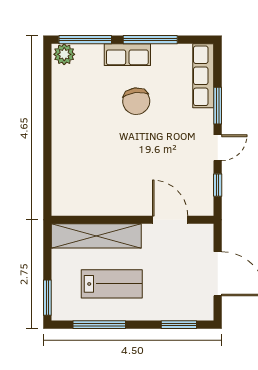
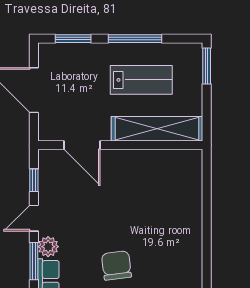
plant: (203, 120) -> (48, 247), added
lab bench: (112, 284) -> (141, 80), turned 180
window: (99, 325) -> (135, 39), moved

